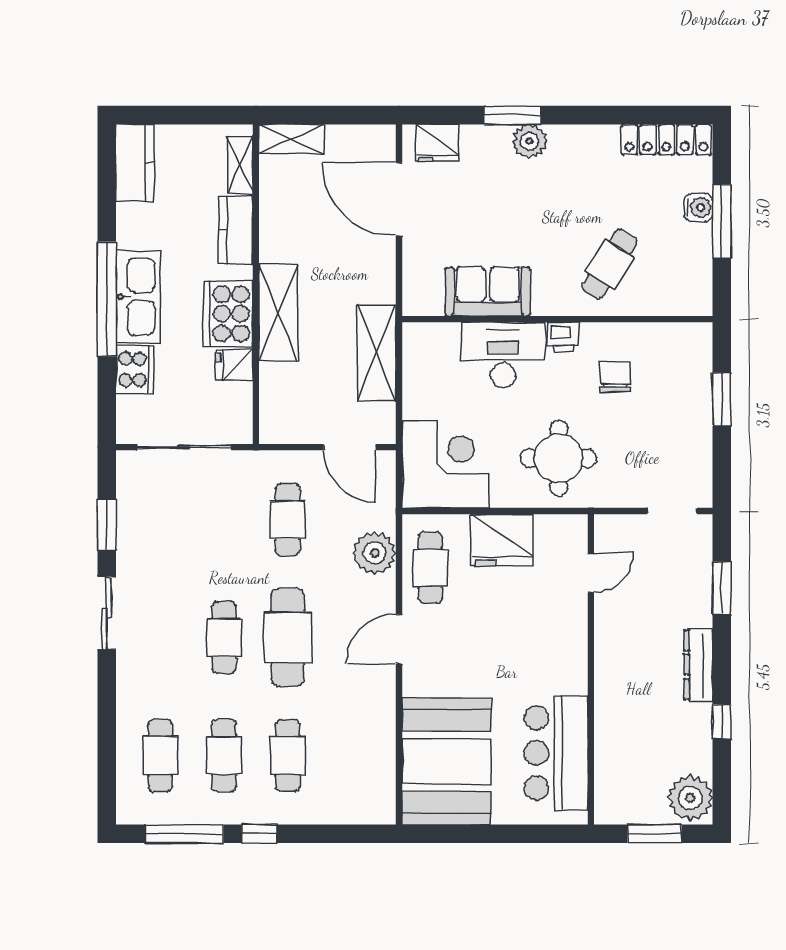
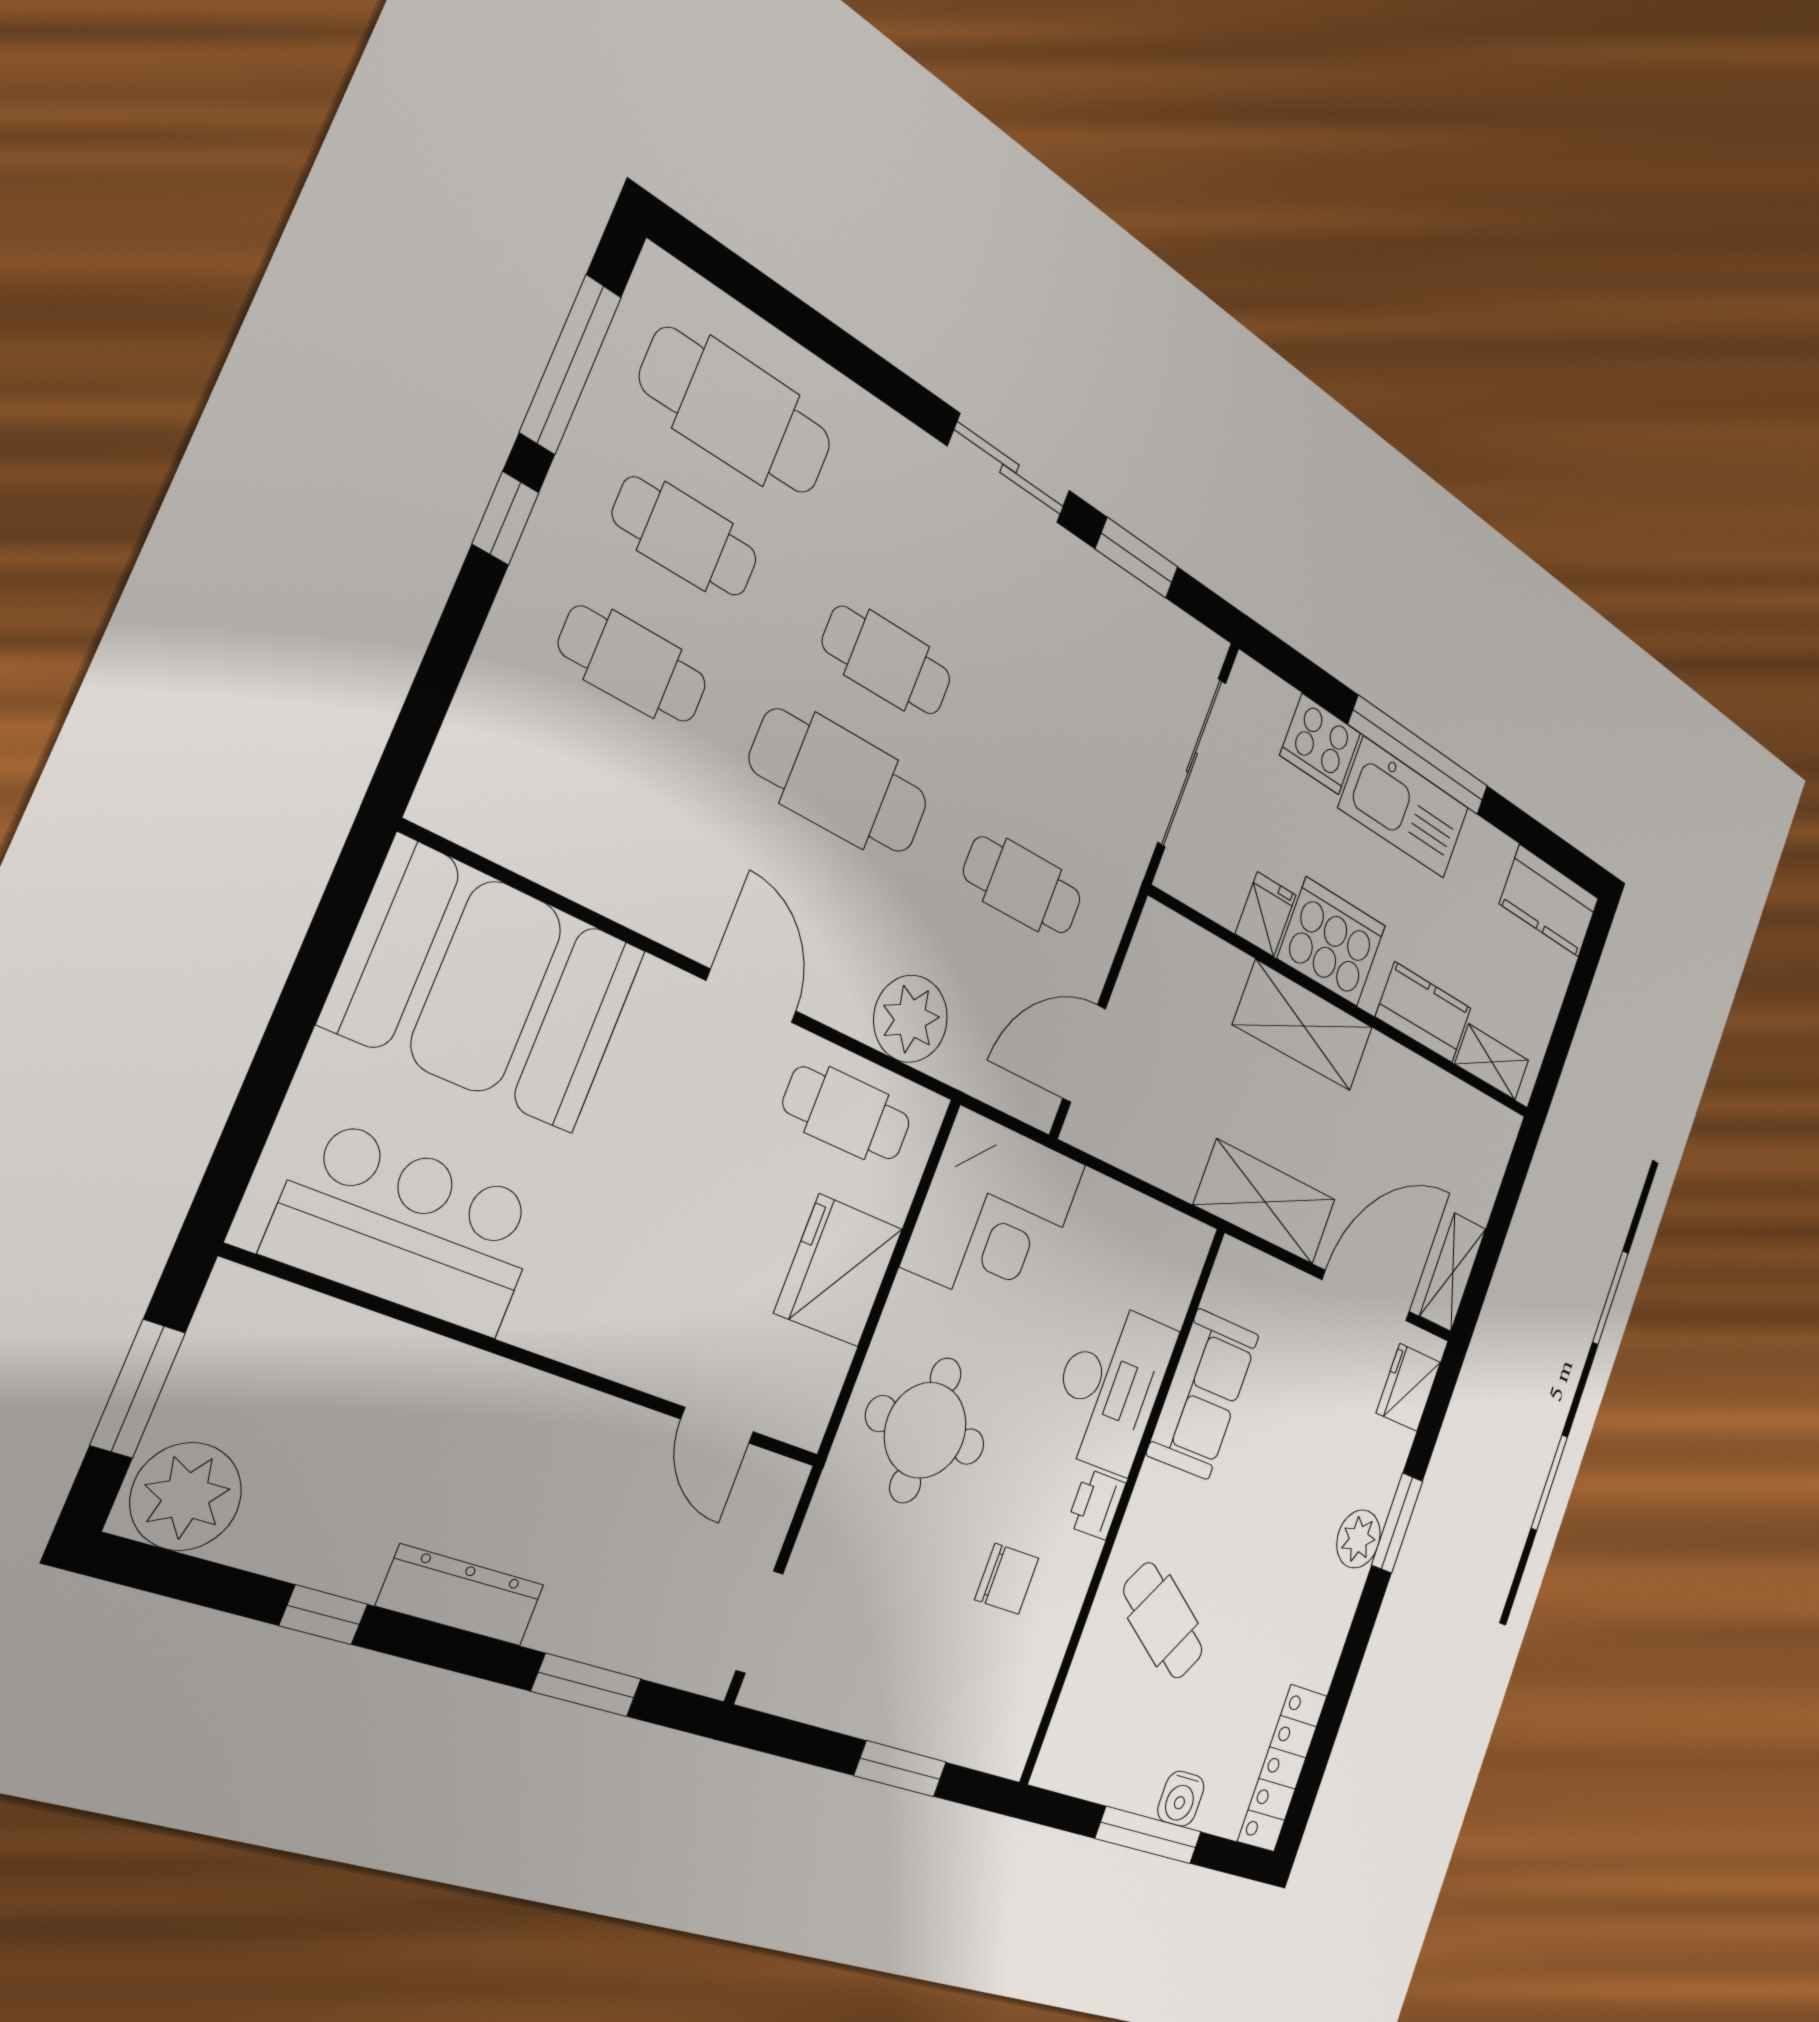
shelving: (291, 139) -> (1453, 1272), moved
shelving: (377, 353) -> (1265, 1202), moved
cafe table: (160, 755) -> (737, 411), width x1.37, depth x1.35

